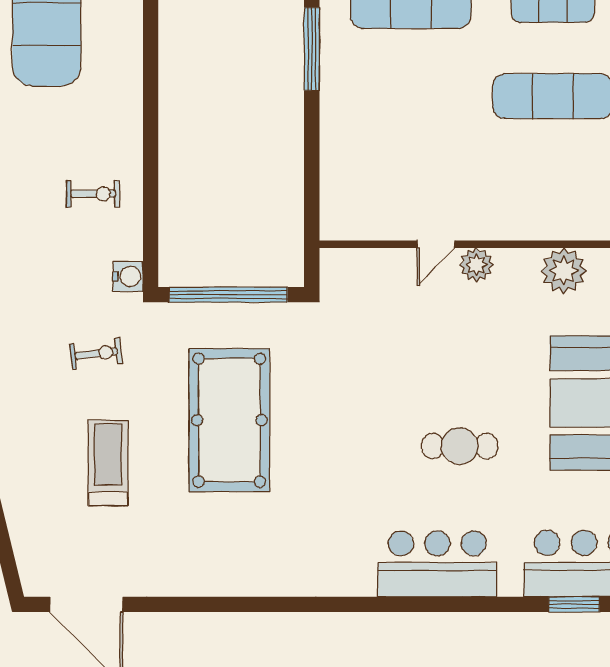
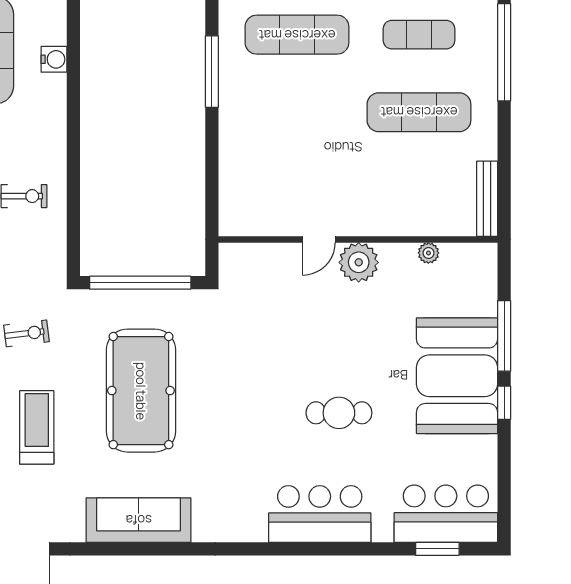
plant: (477, 265) -> (359, 262), width x1.36, depth x1.36
plant: (564, 271) -> (428, 253), width x0.53, depth x0.53
water cooler: (128, 276) -> (54, 59), moved
sofa: (226, 571) -> (139, 520), added

